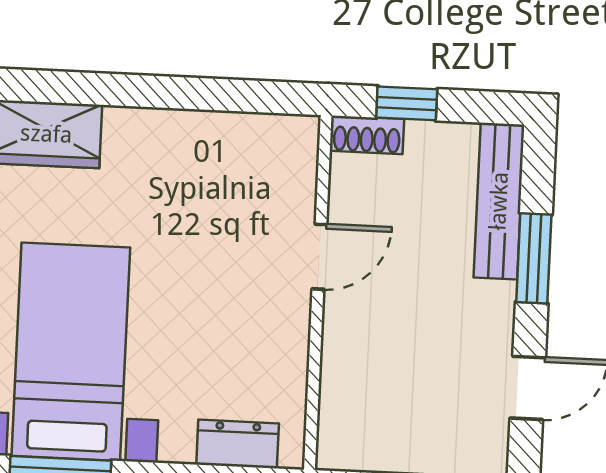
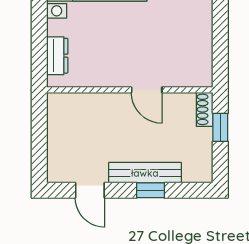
bench: (499, 201) -> (145, 173), moved
window: (534, 258) -> (151, 190), width x0.67

